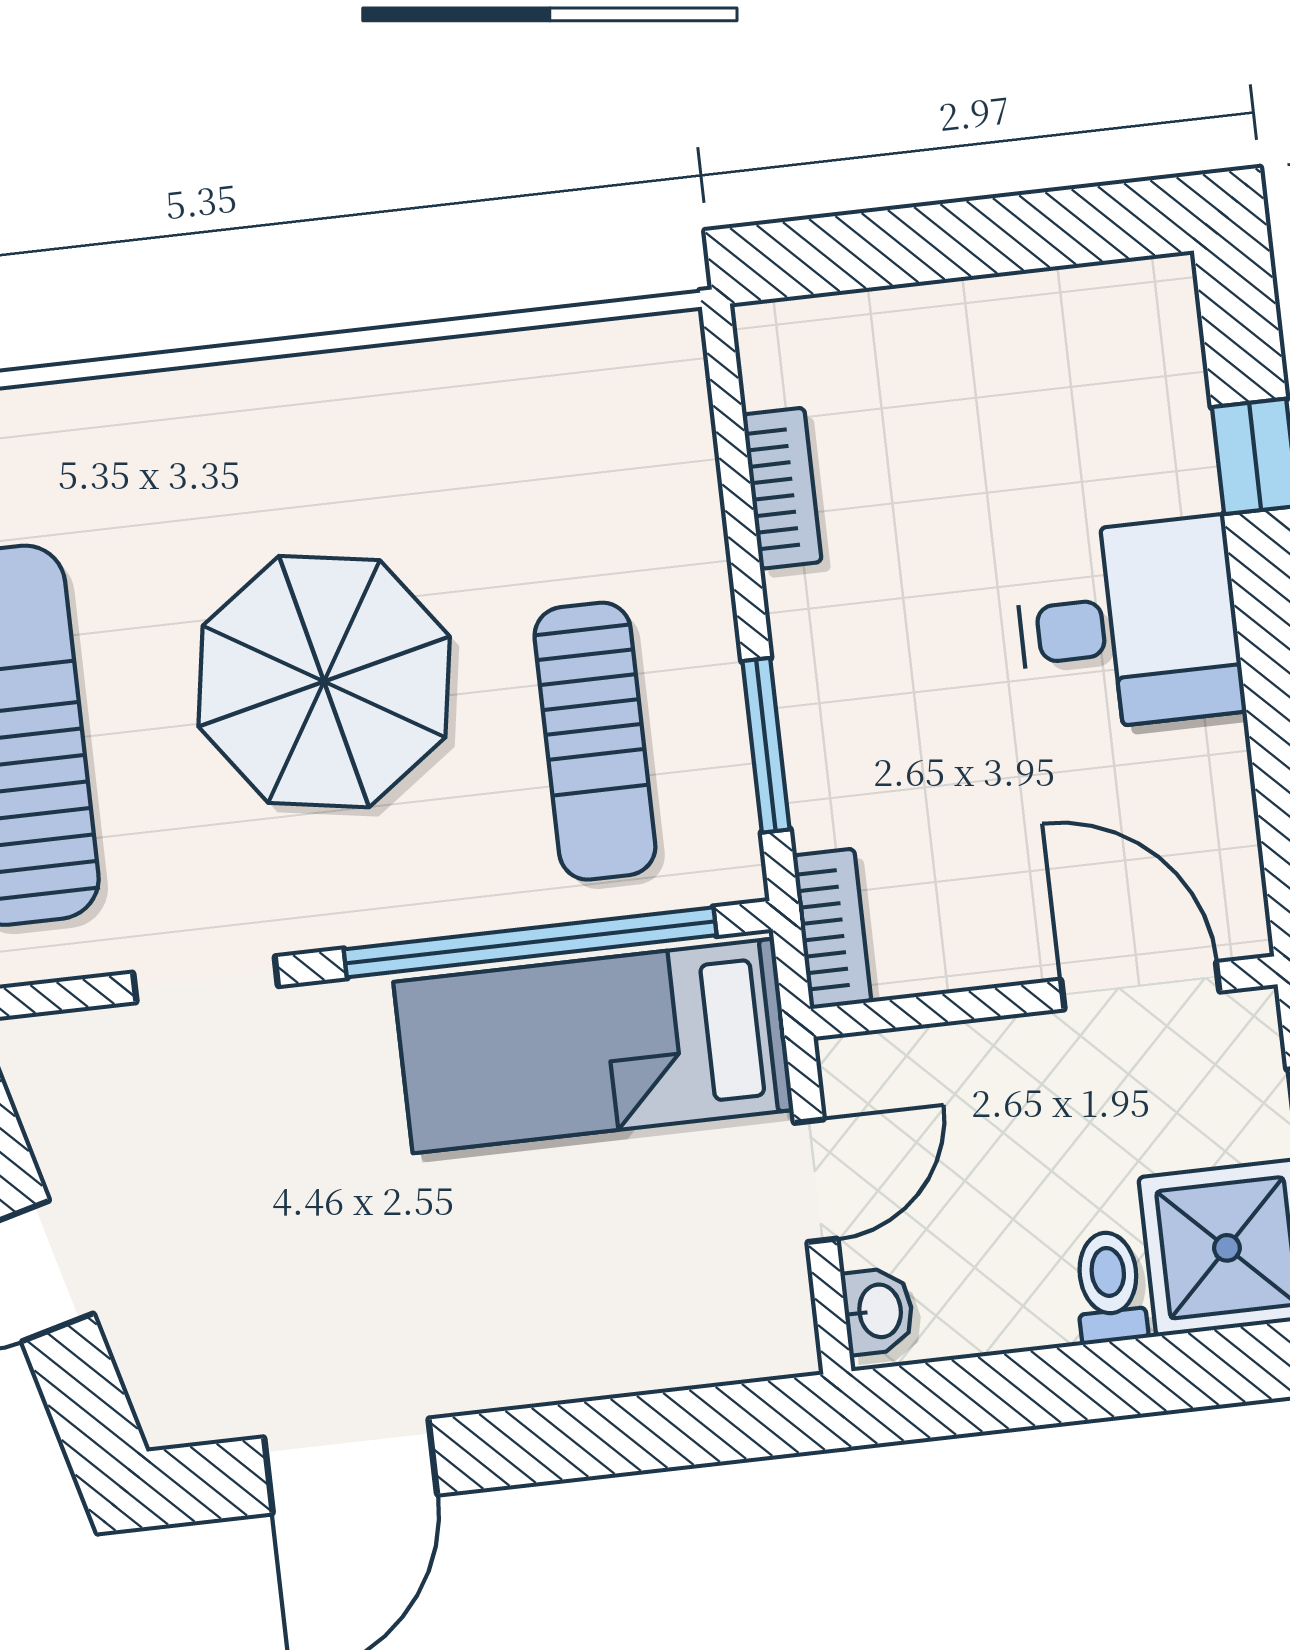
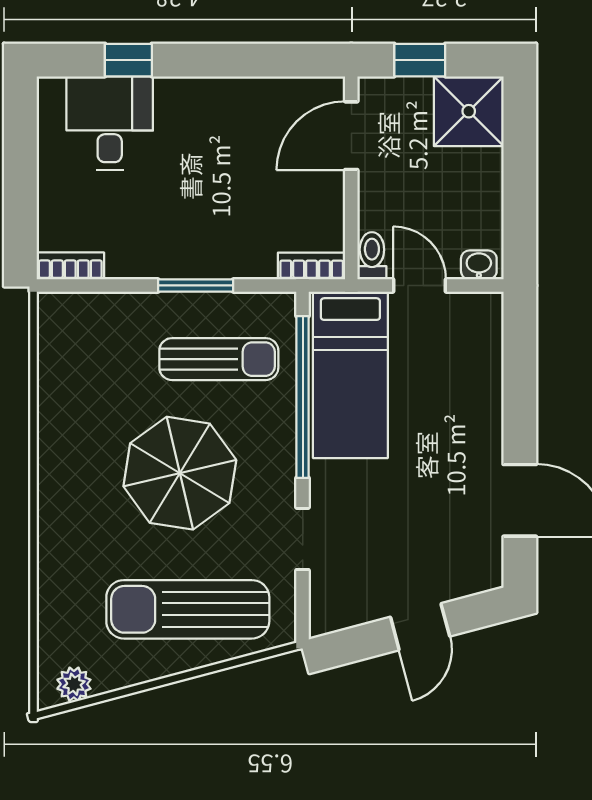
bookcase: (782, 488) -> (70, 266), moved
desk: (1129, 625) -> (110, 123), moved
window: (766, 745) -> (196, 285), moved
toilet: (1109, 1287) -> (372, 256), moved, turned 90

